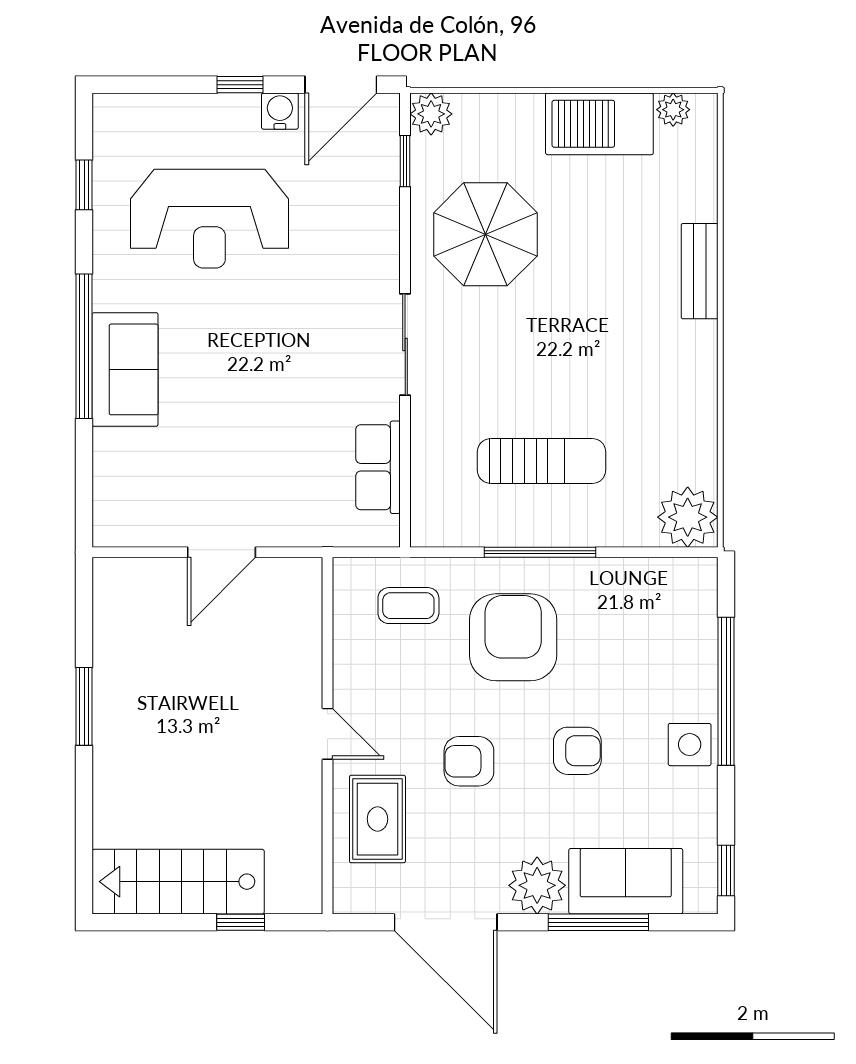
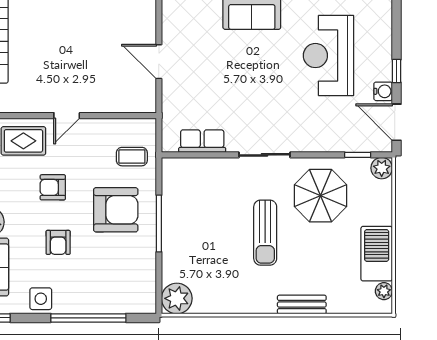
sun lounger: (542, 461) -> (265, 233), moved
coffee table: (408, 606) -> (132, 157), turned 90
side table: (690, 745) -> (41, 299), moved
armchair: (469, 761) -> (53, 187), turned -90

